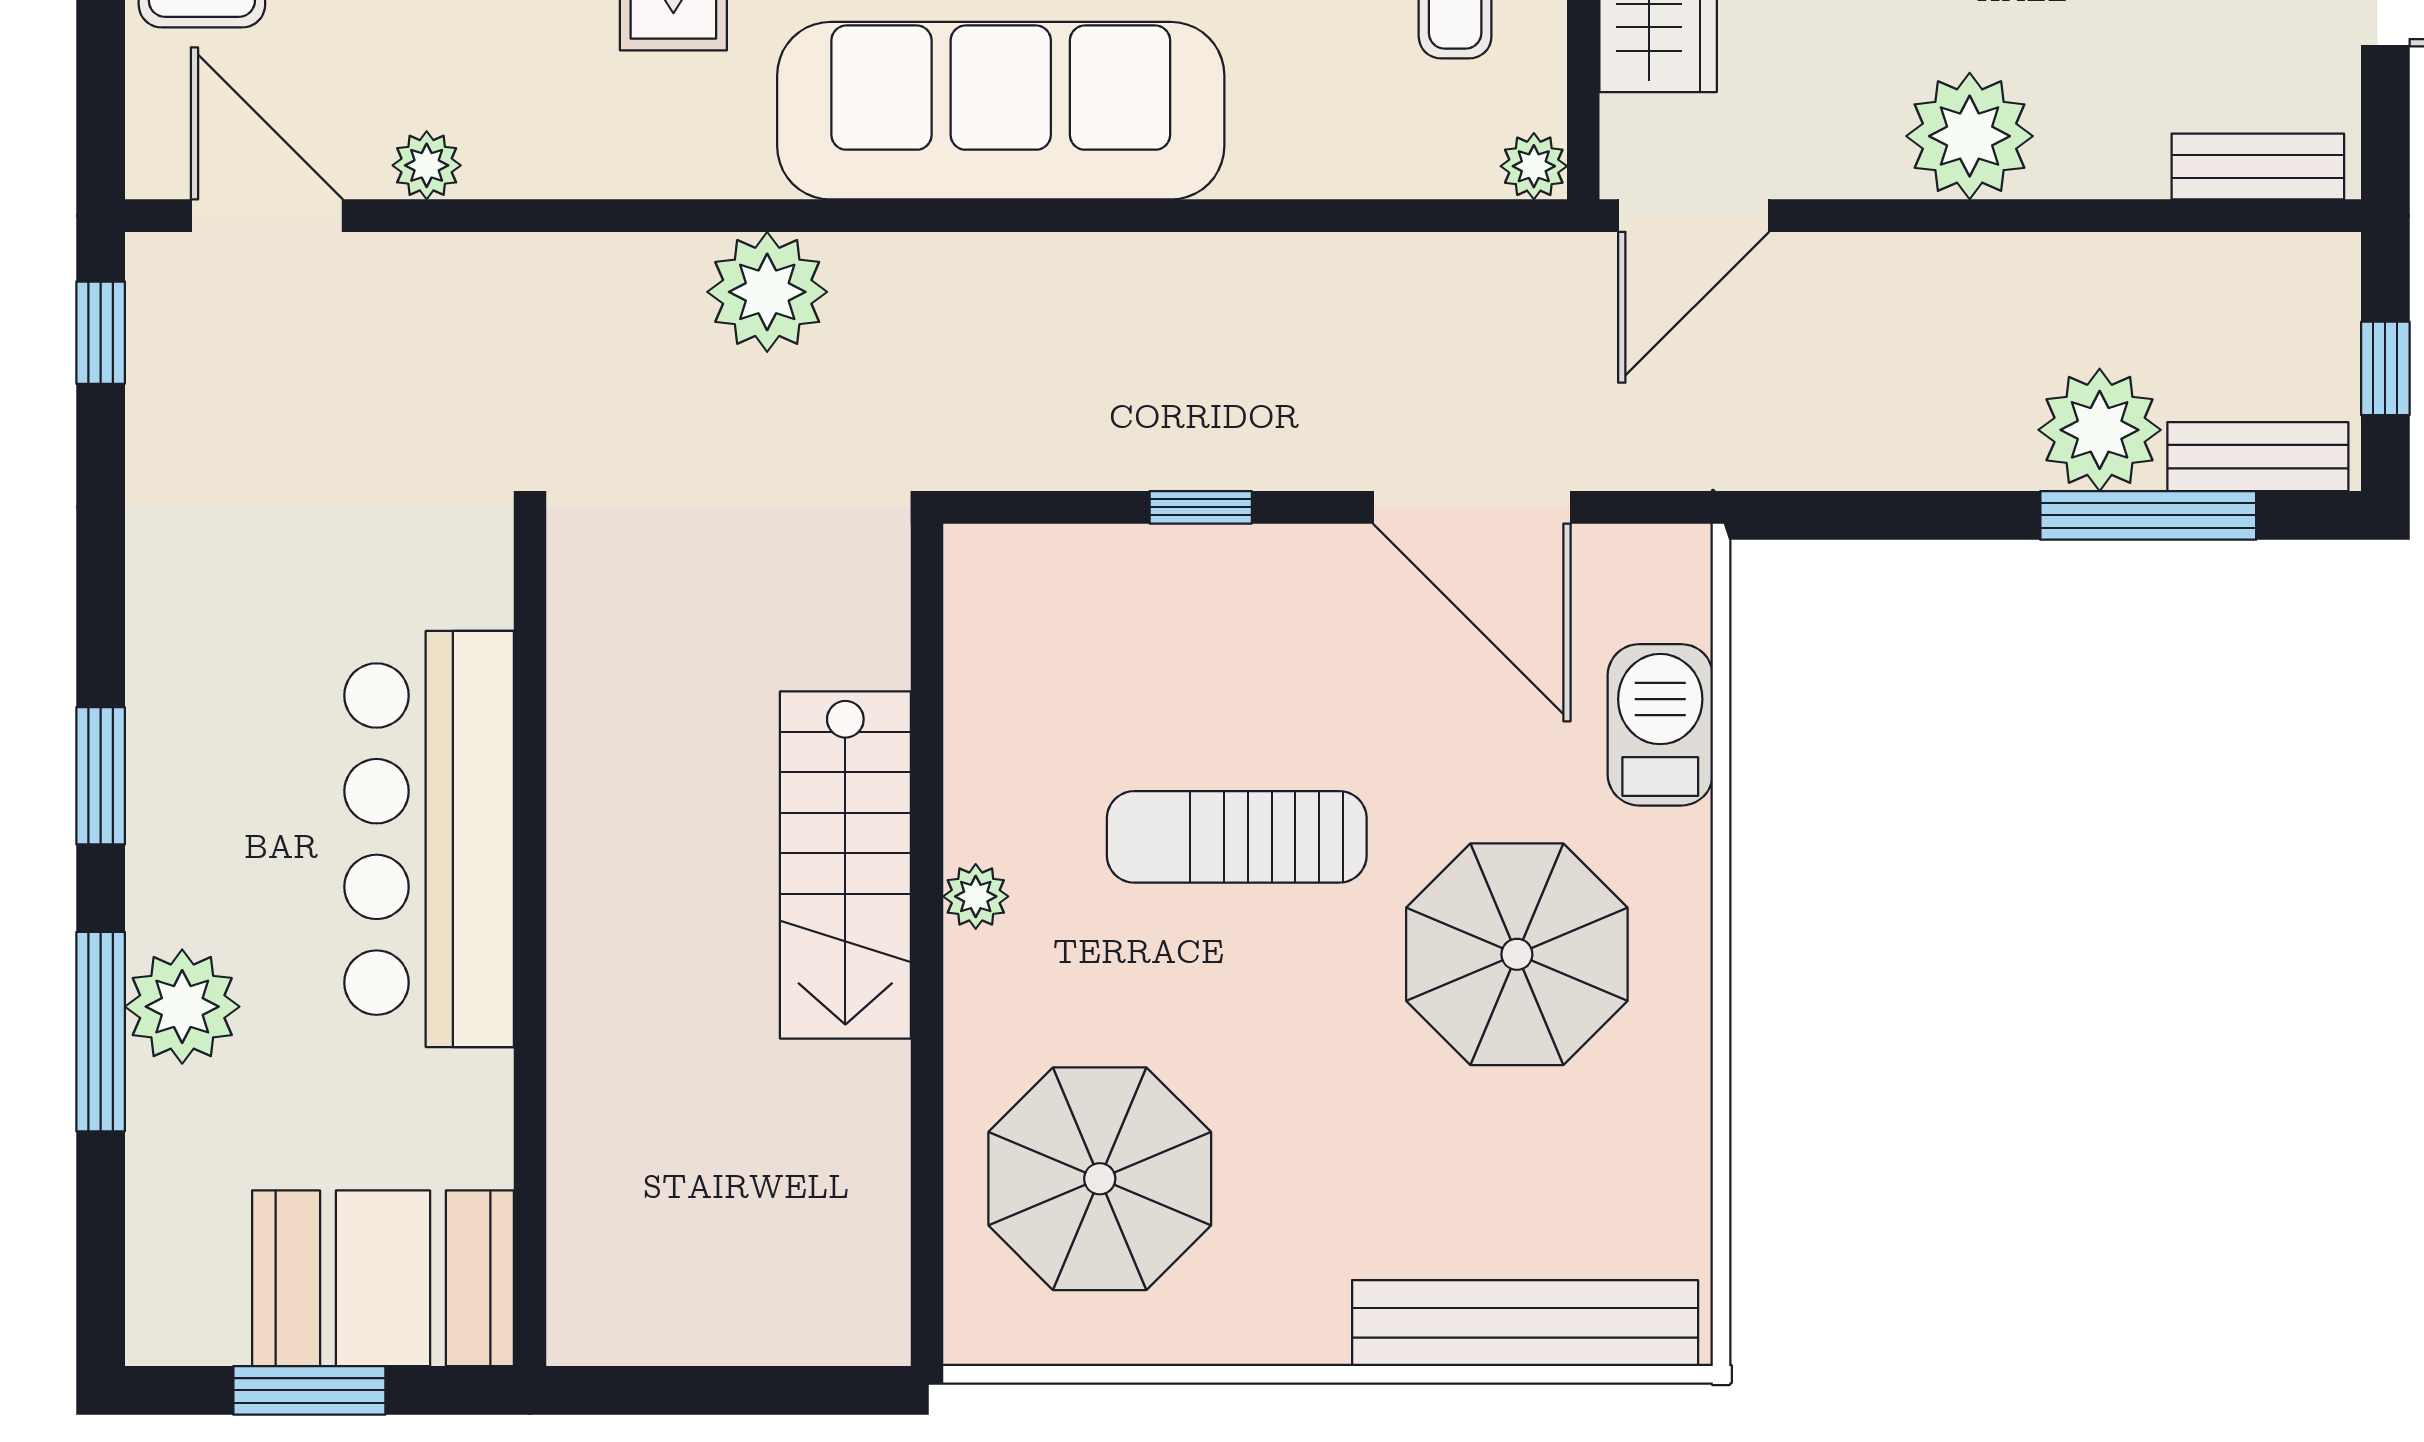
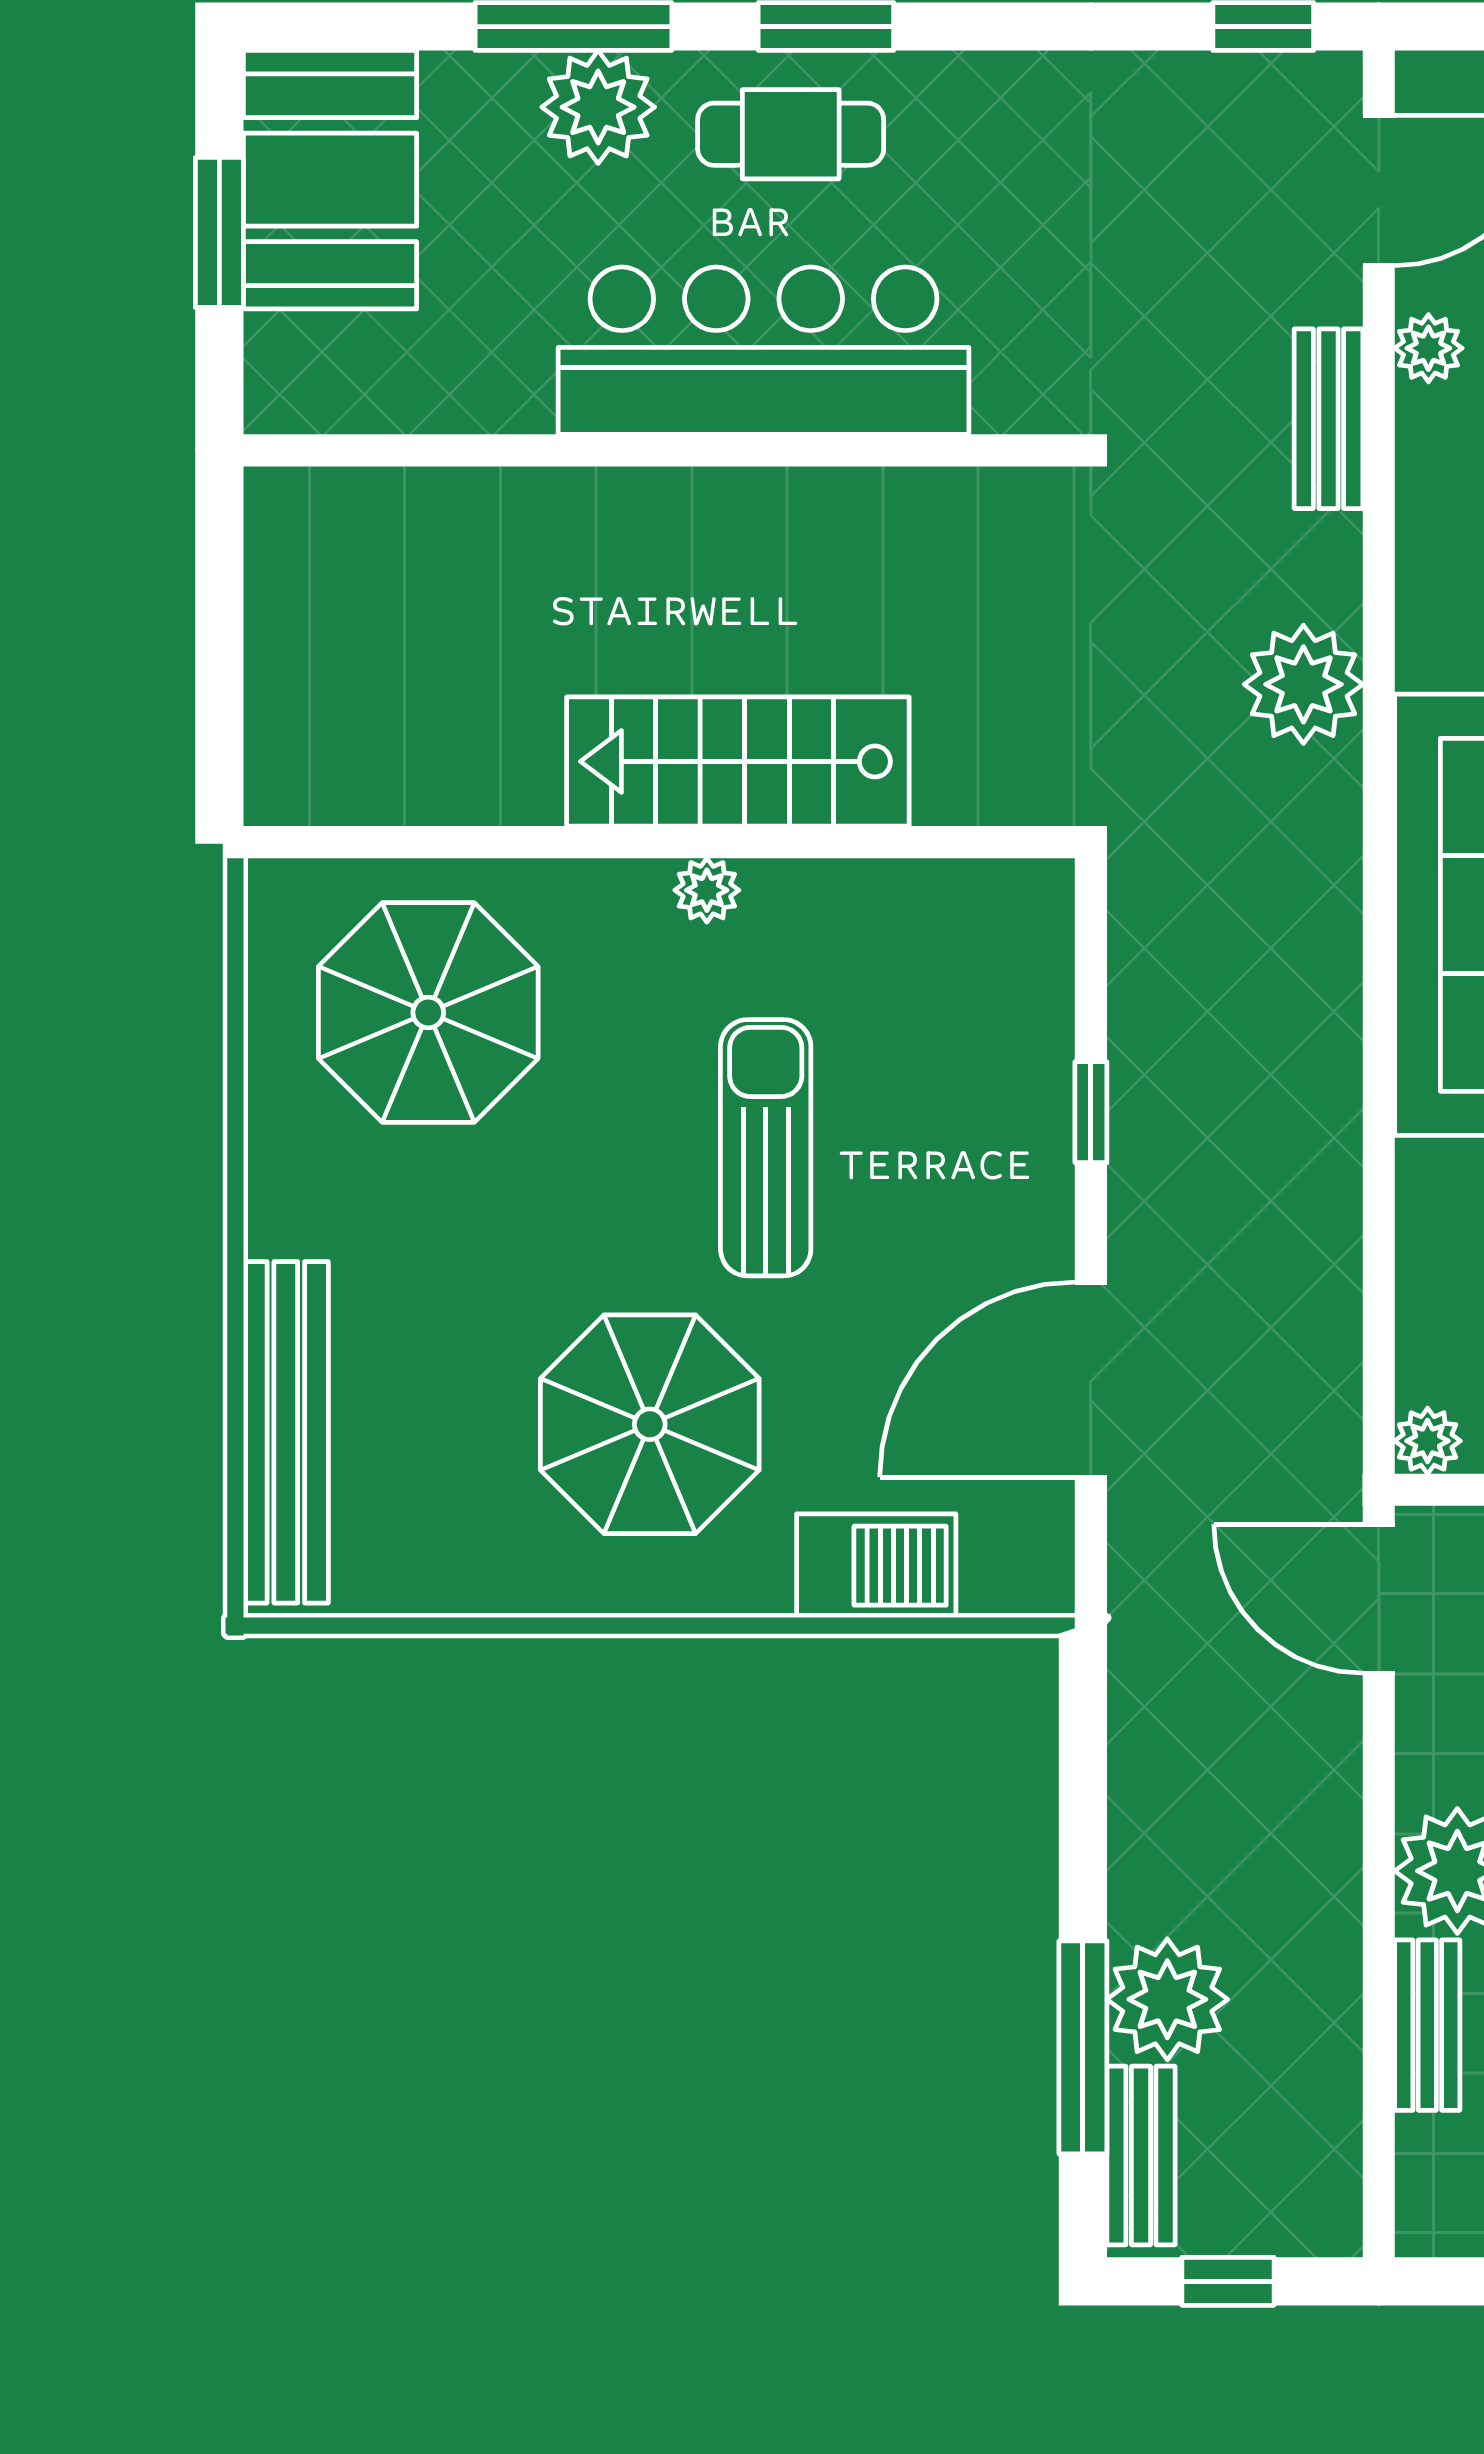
bench: (2258, 167) -> (1427, 2025), moved
bench: (498, 267) -> (1328, 419), added
cafe table: (210, 812) -> (791, 134), added
booth: (383, 1278) -> (330, 180), moved

